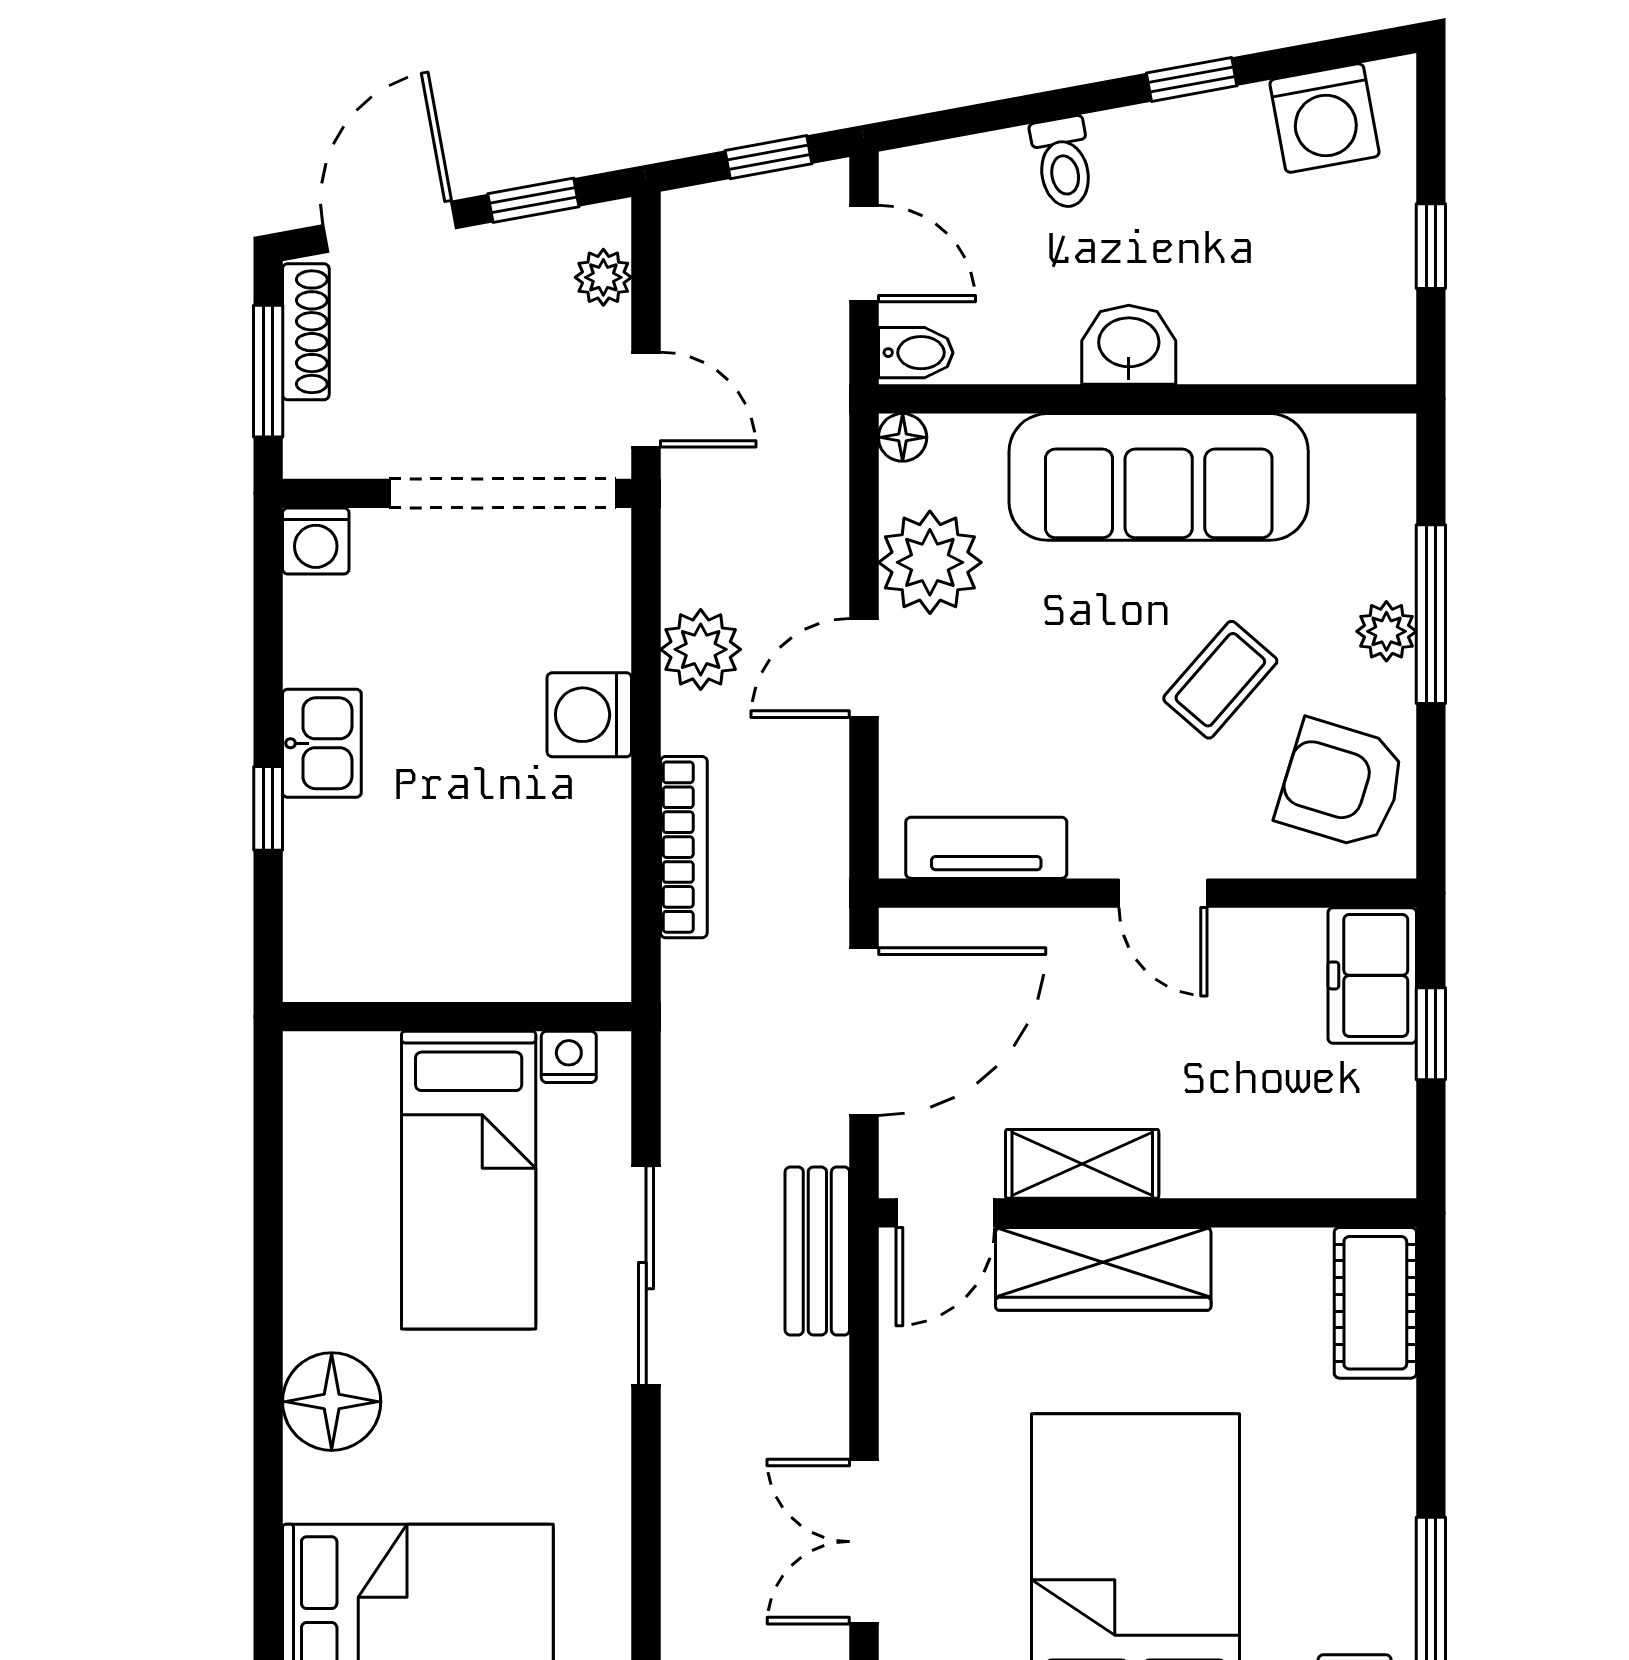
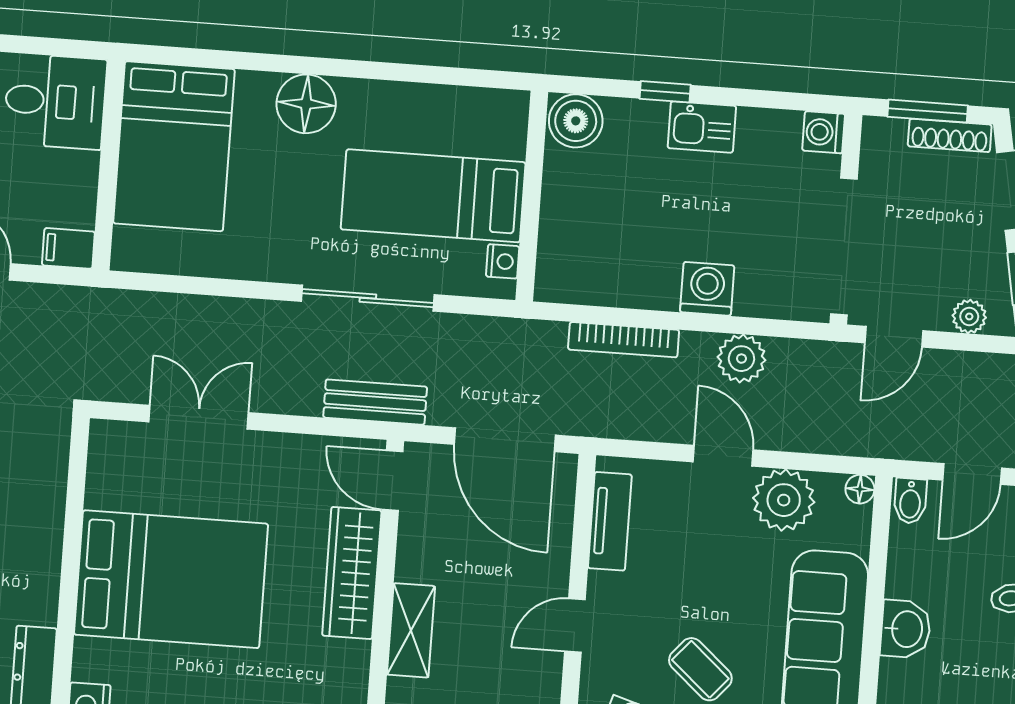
boiler: (327, 953) -> (576, 121), added
shelving: (1082, 1164) -> (411, 630), moved

